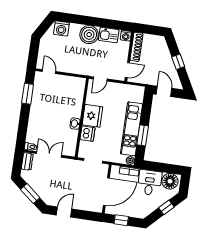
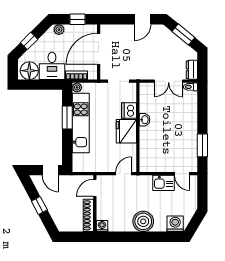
kitchen sink: (109, 35) -> (164, 183), moved, turned 180
plant: (139, 214) -> (59, 30), added

